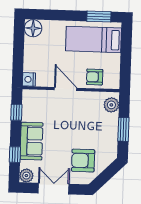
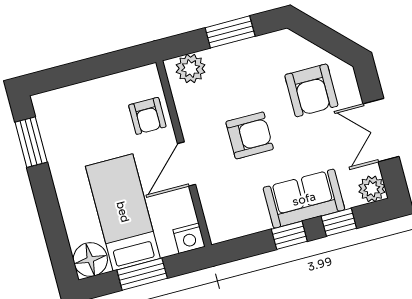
bed: (94, 39) -> (123, 212), moved, turned 180
window: (18, 51) -> (142, 274), added
window: (16, 112) -> (289, 235), moved
armchair: (70, 124) -> (250, 135), added

